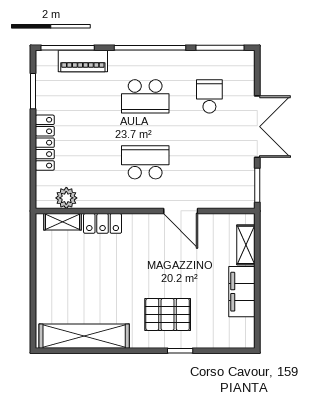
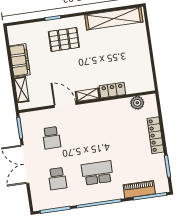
school desk: (145, 162) -> (52, 138), moved, width x0.54
shelving: (62, 222) -> (88, 95), moved

